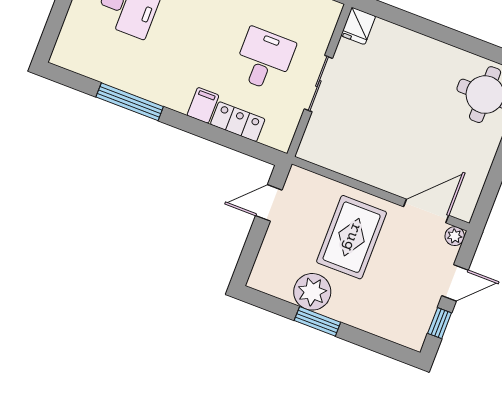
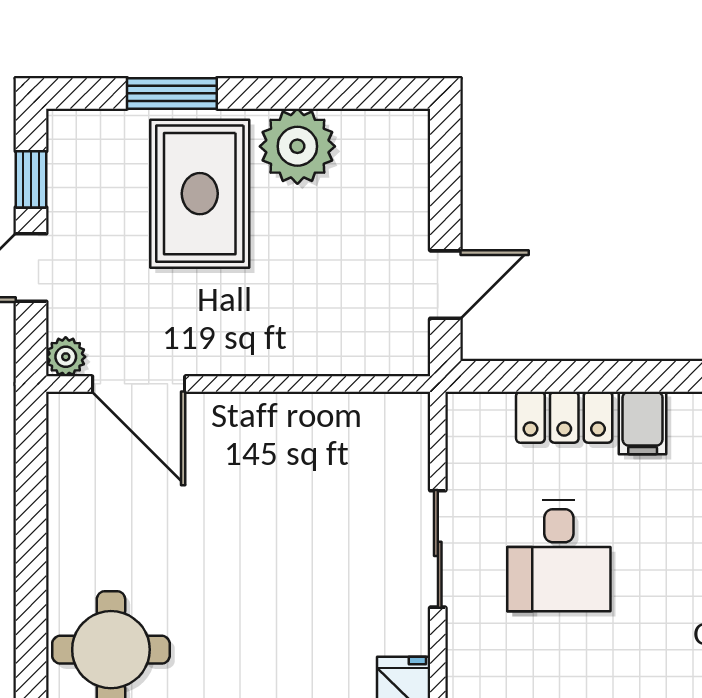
door: (426, 211) -> (139, 384), hinge flipped
rug: (352, 237) -> (200, 194), moved
window: (317, 321) -> (172, 93), moved

